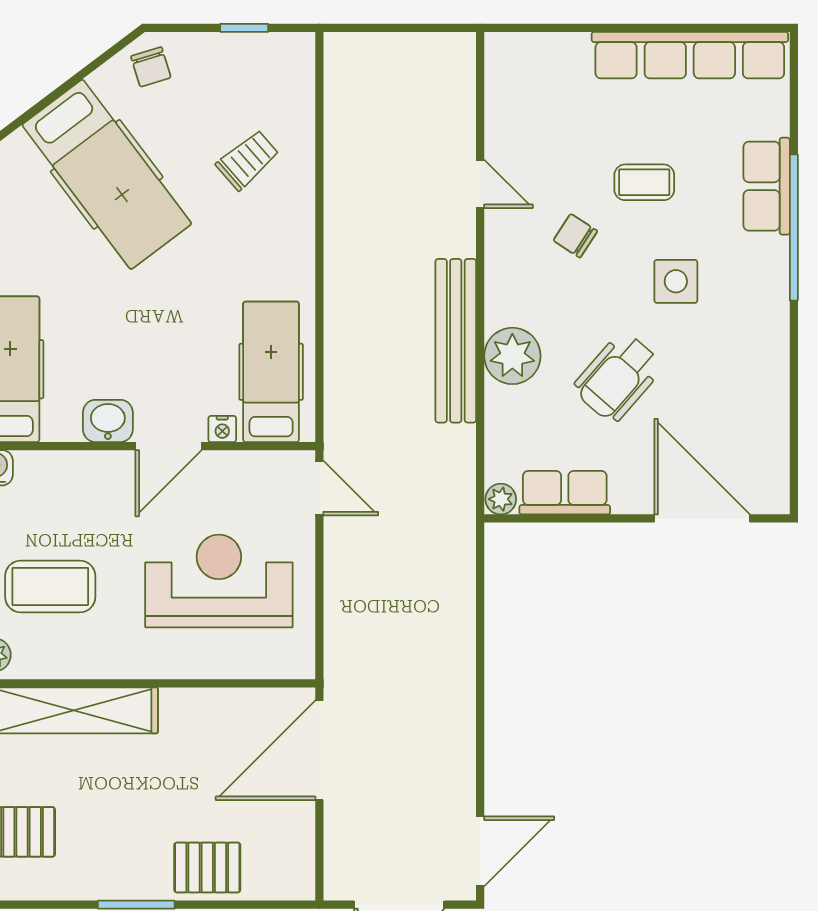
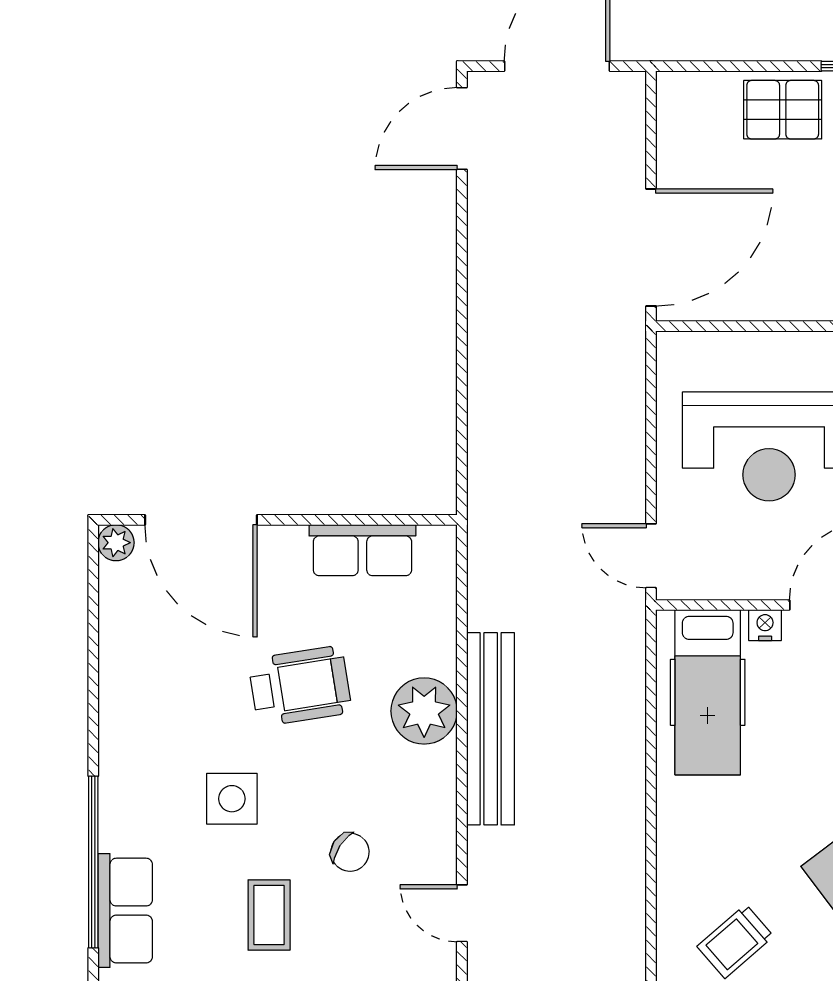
coffee table: (644, 182) -> (269, 915), turned 90
wheelchair: (618, 377) -> (300, 686), turned 40
plant: (501, 499) -> (116, 543), moved

